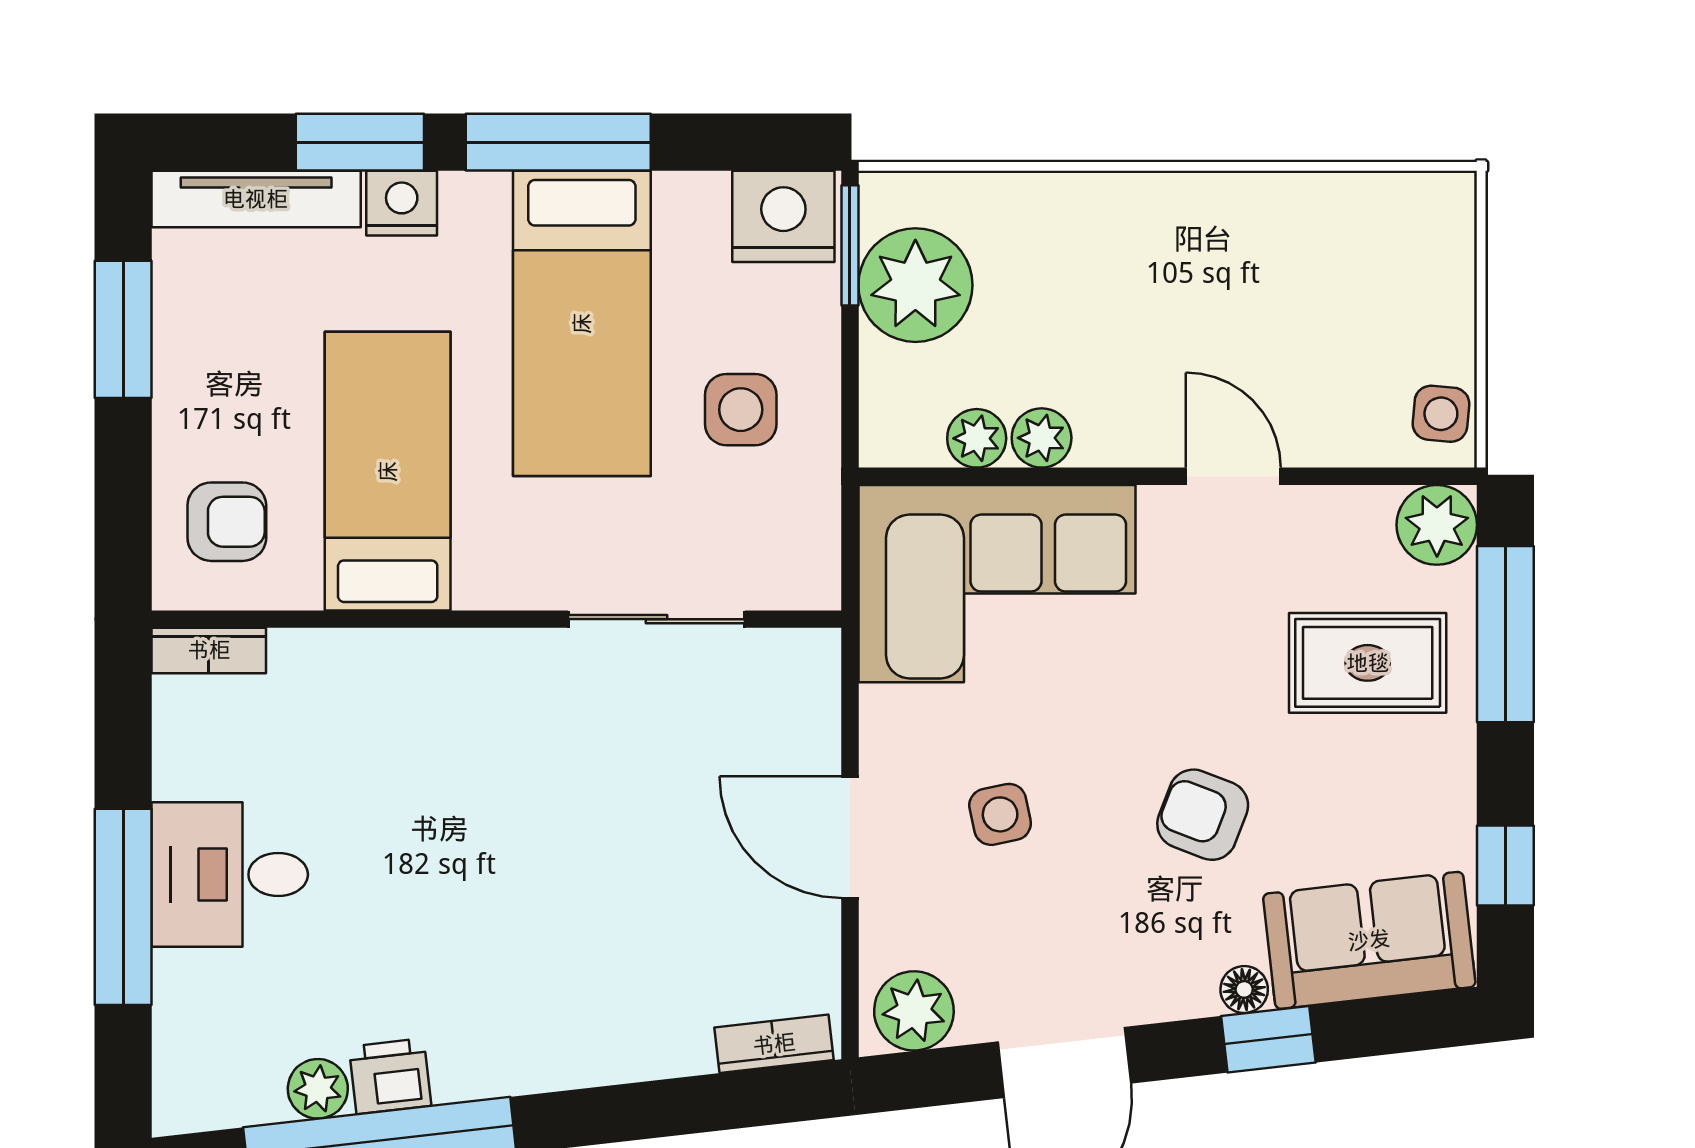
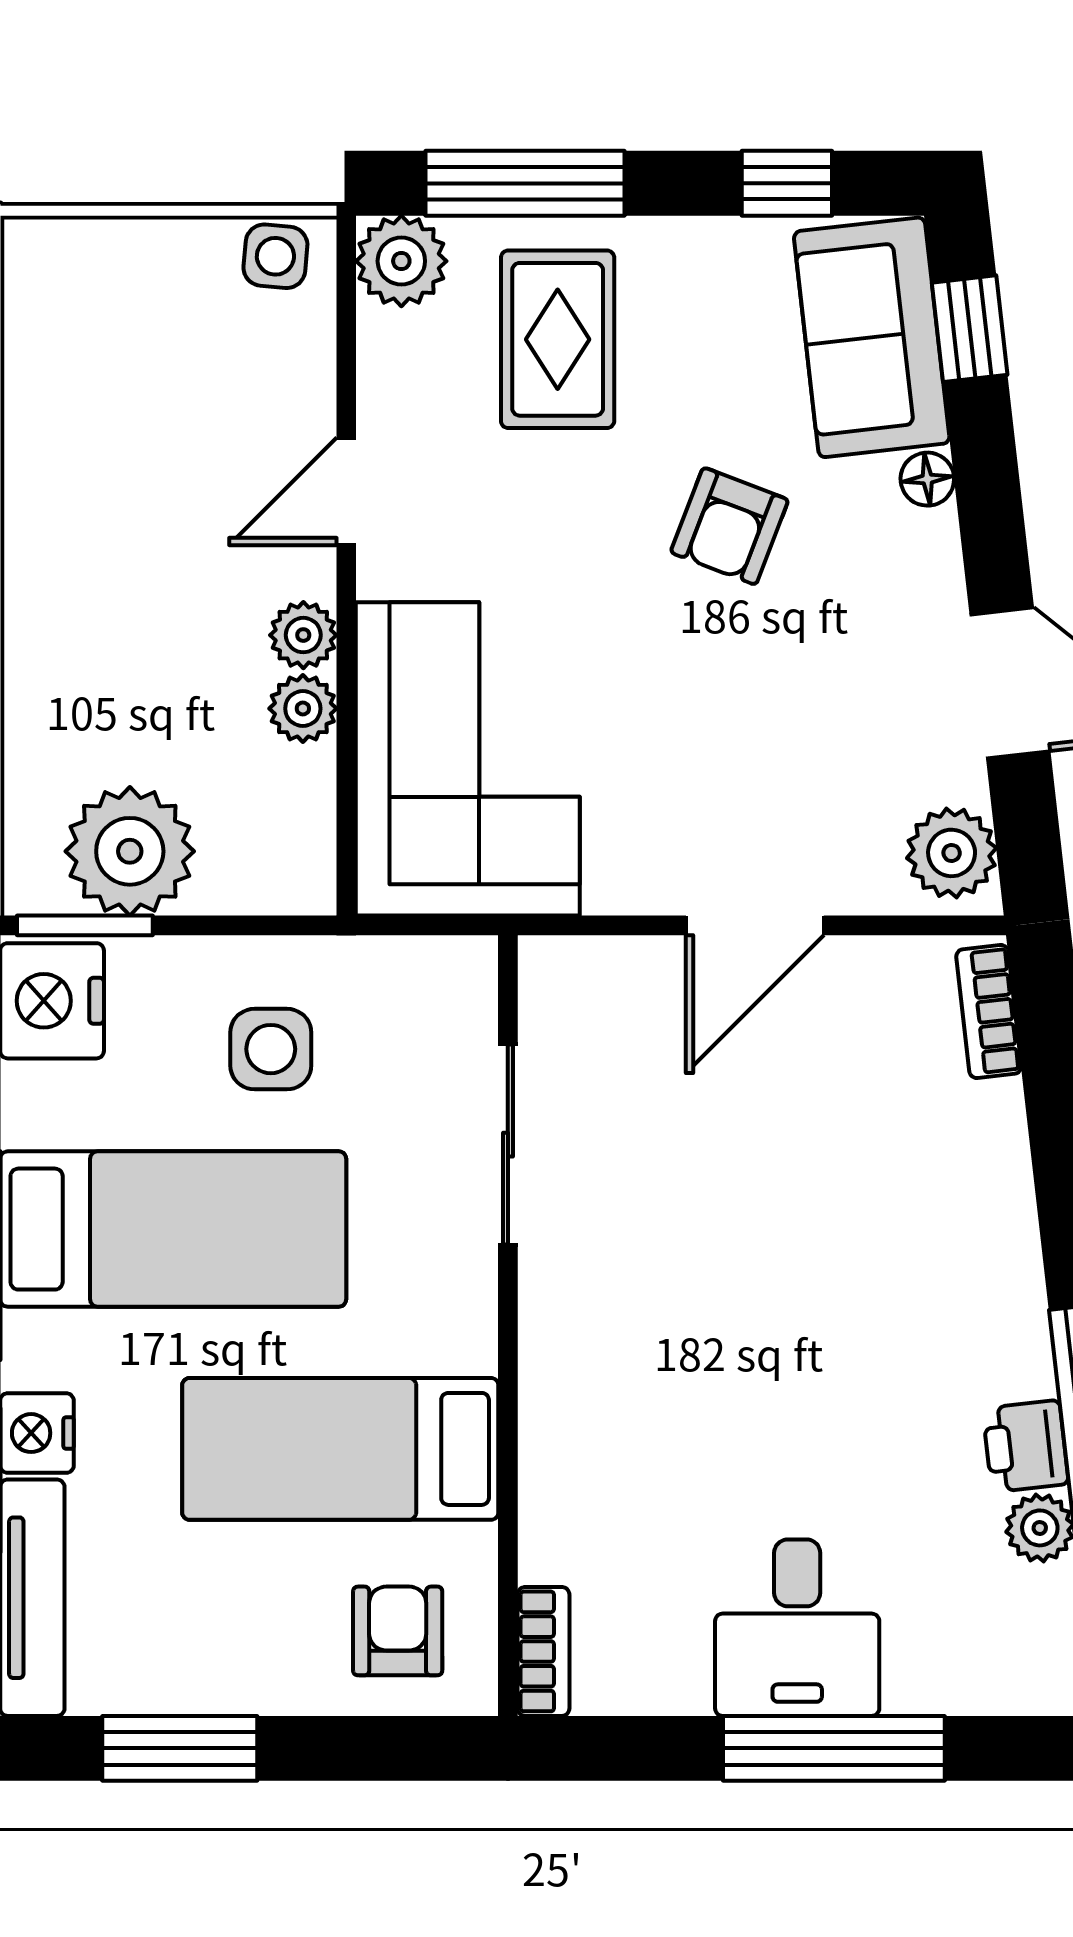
plant: (977, 438) -> (303, 635), moved
side table: (1000, 814) -> (729, 755), removed
window: (1268, 1039) -> (970, 329), moved

